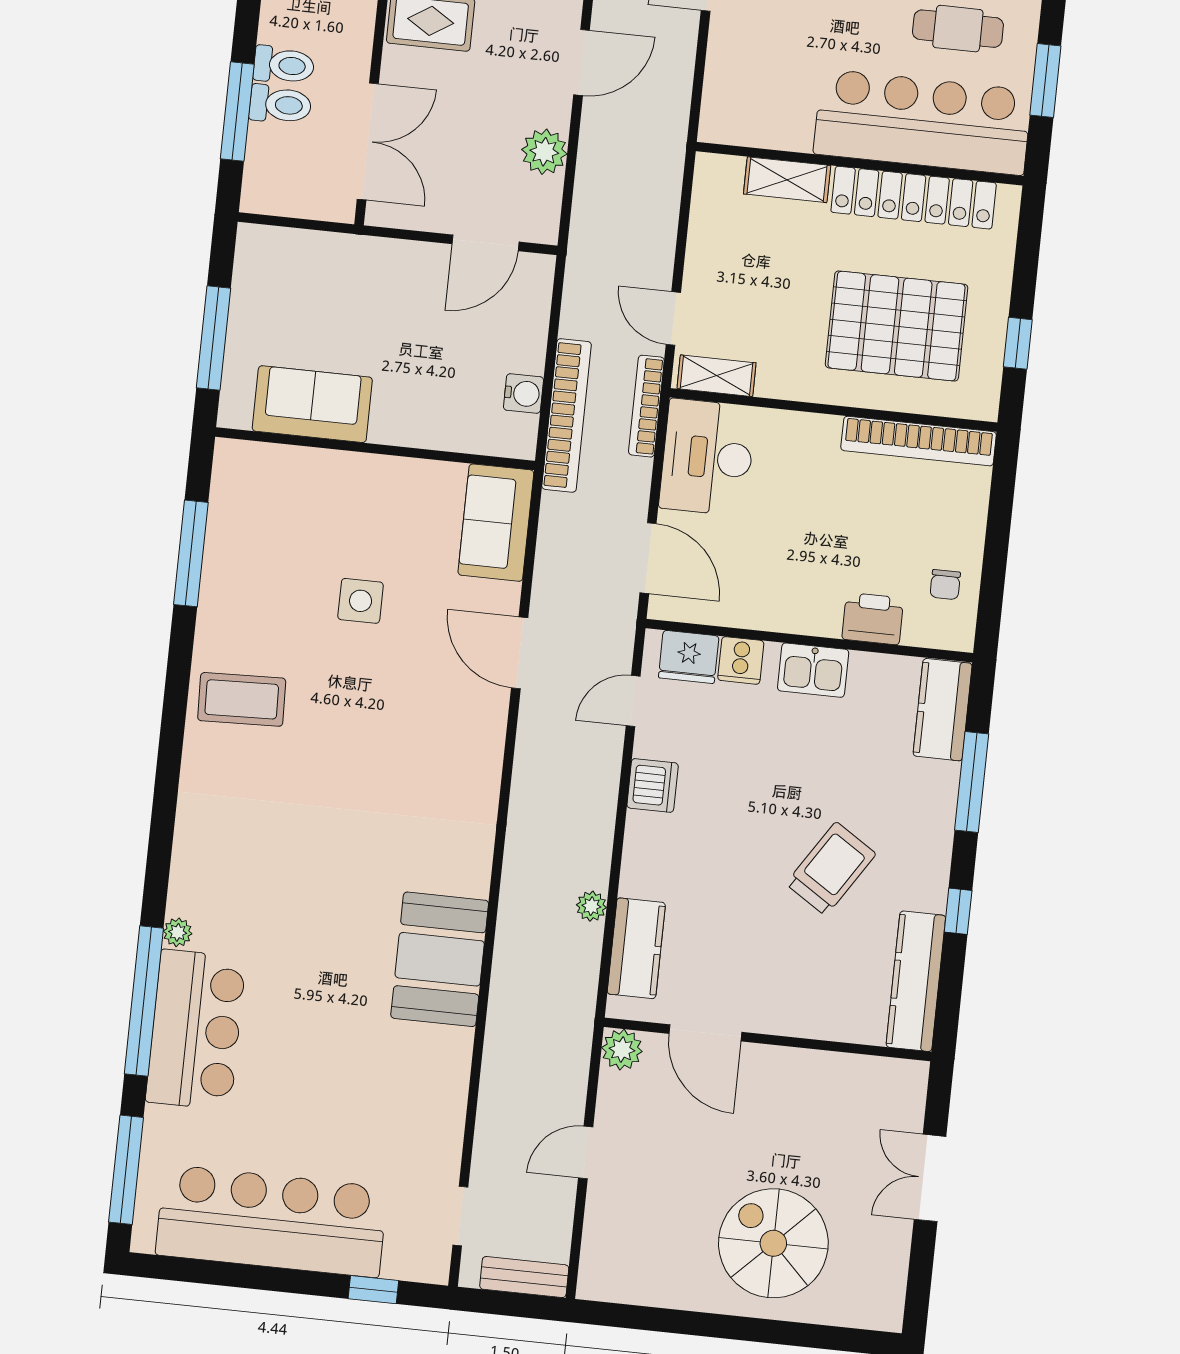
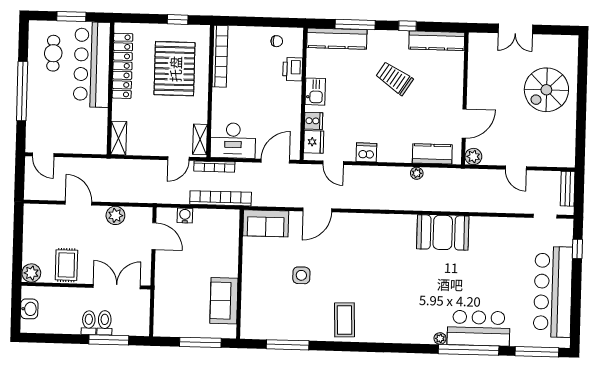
shelving: (787, 180) -> (119, 138), moved
water cooler: (523, 394) -> (185, 216), moved
kitchen counter: (943, 710) -> (337, 39), width x1.50

